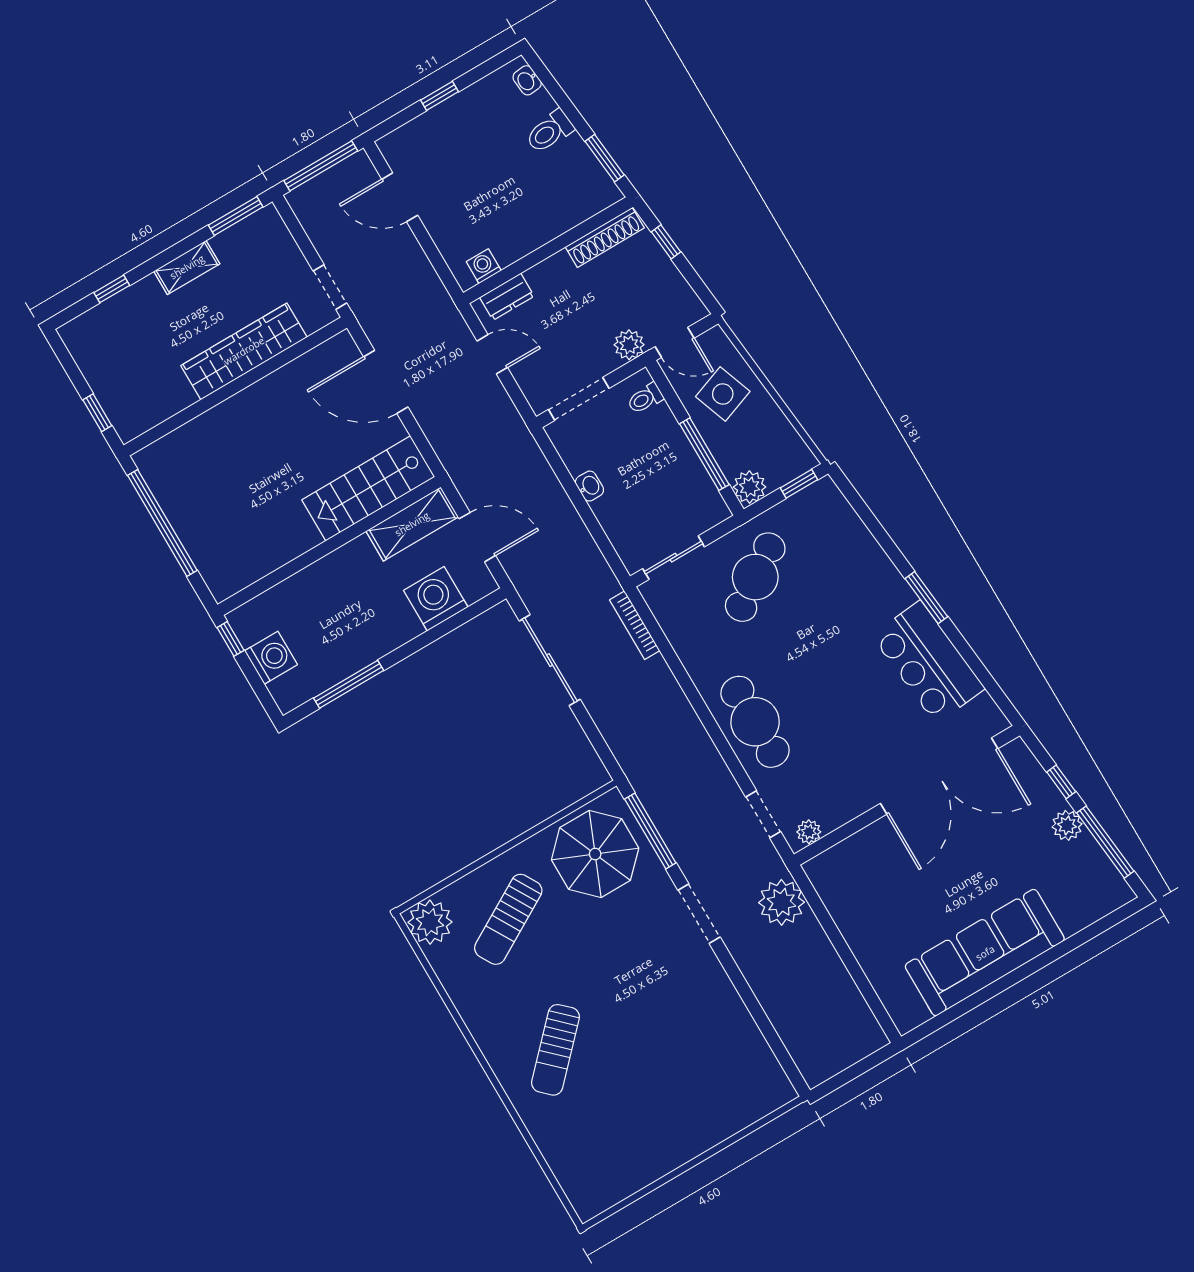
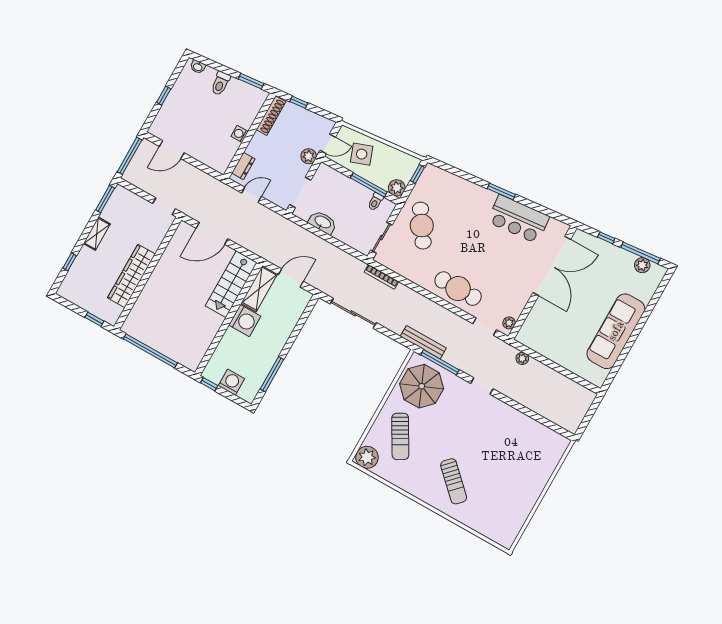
washing machine: (484, 266) -> (240, 134), moved
wardrobe: (244, 351) -> (131, 276), moved
toilet: (645, 398) -> (375, 202), moved
washbasin: (589, 486) -> (323, 222), width x1.91, depth x1.45
washing machine: (436, 599) -> (245, 321), moved, turned 180
bench: (642, 780) -> (423, 342), added
plant: (1067, 825) -> (642, 265), moved
plant: (782, 902) -> (522, 358), width x0.53, depth x0.53
doorway: (699, 914) -> (482, 386), width x0.73

